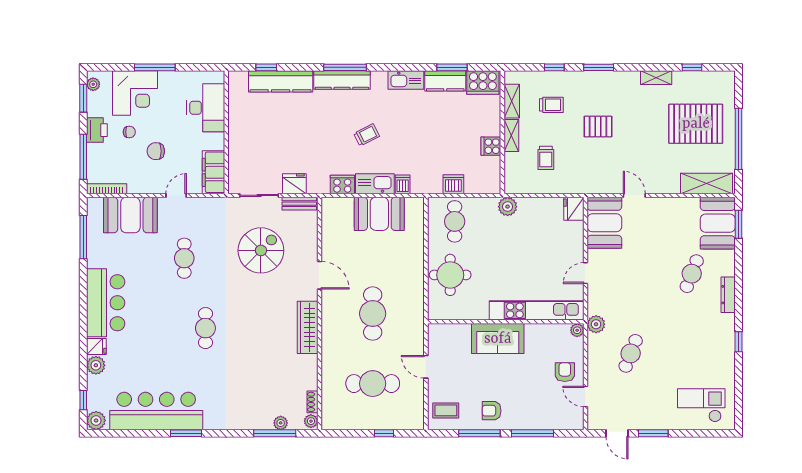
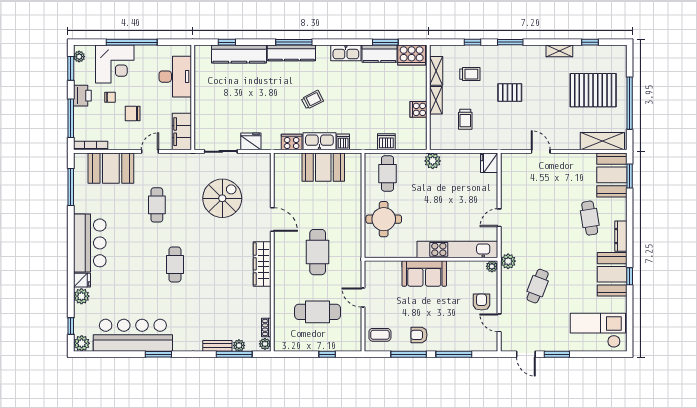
window: (155, 67) -> (132, 42), width x1.46
bench: (299, 204) -> (217, 346), moved
booth: (604, 223) -> (612, 274), moved
cafe table: (692, 274) -> (590, 218), turned -30
checkout: (701, 405) -> (598, 330), width x1.36, depth x1.21

